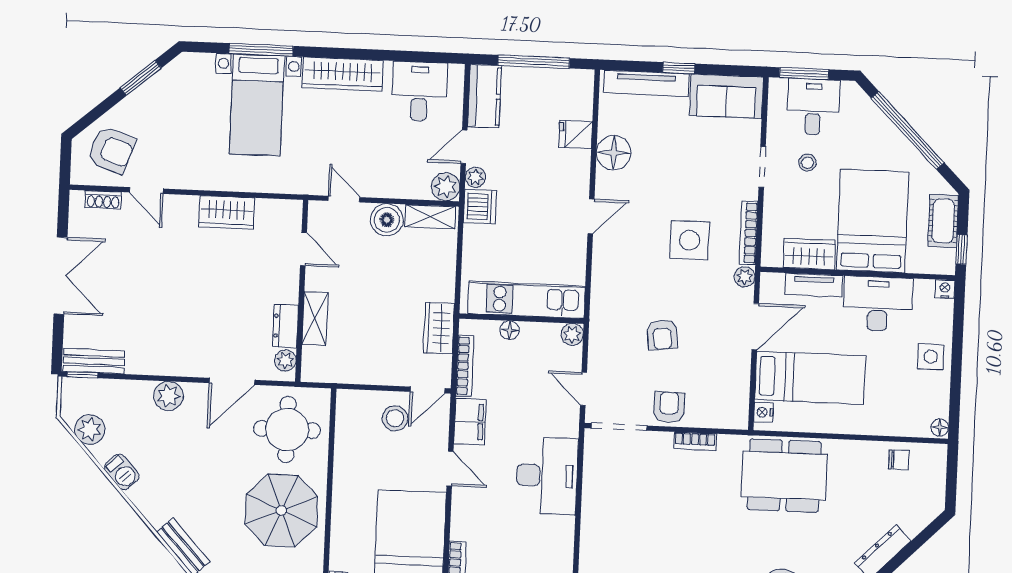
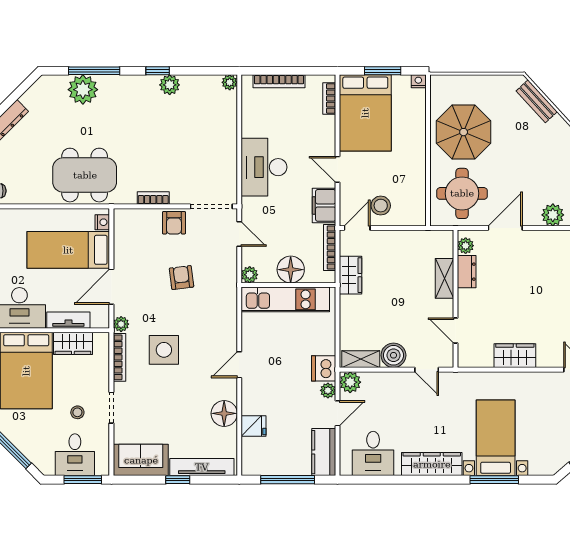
floor lamp: (510, 330) -> (291, 270), width x1.89, depth x1.89

